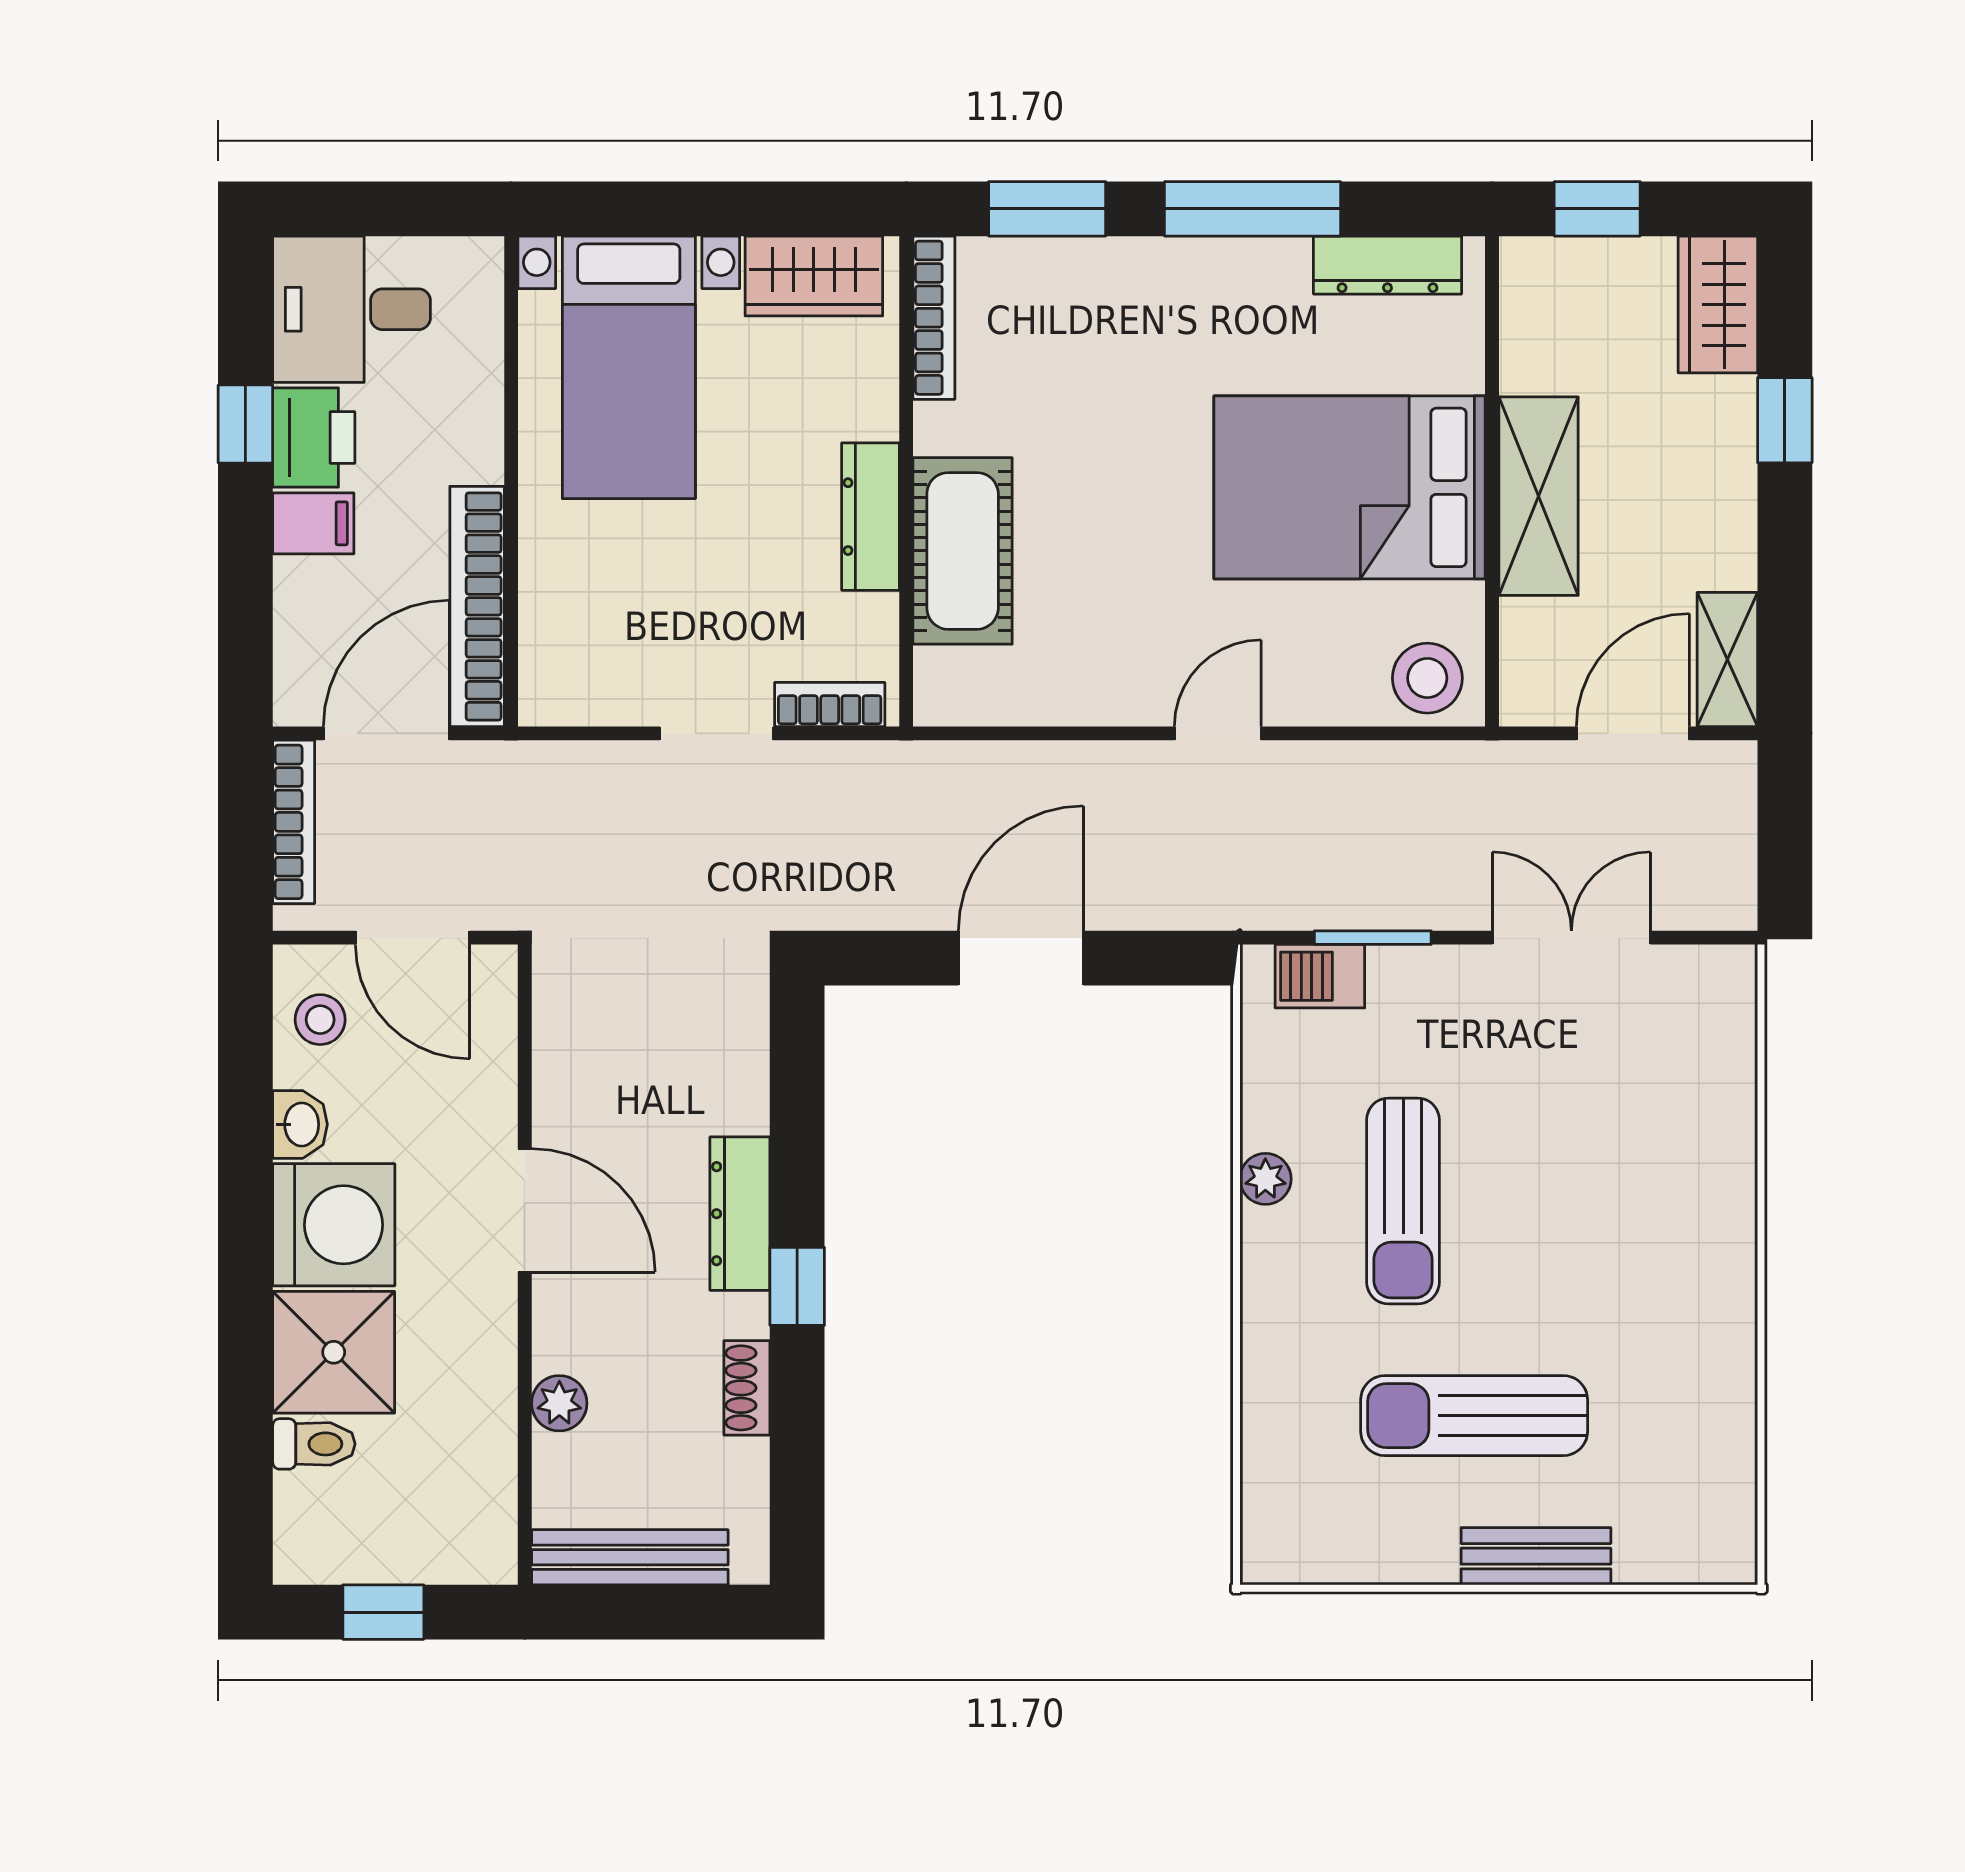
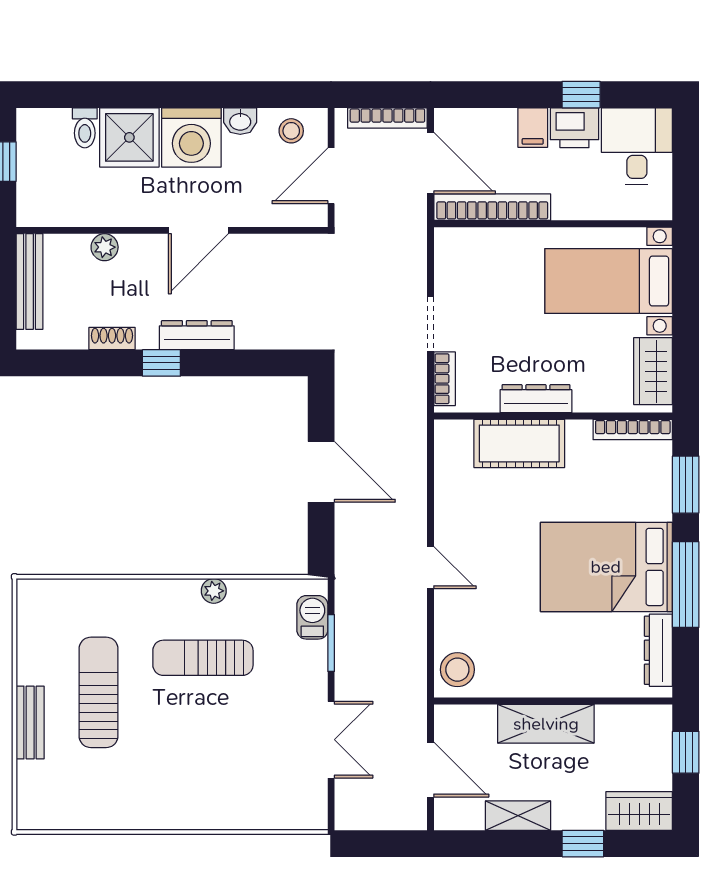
bed: (1350, 487) -> (606, 567), moved, turned -90
shelving: (1727, 659) -> (518, 816), moved

